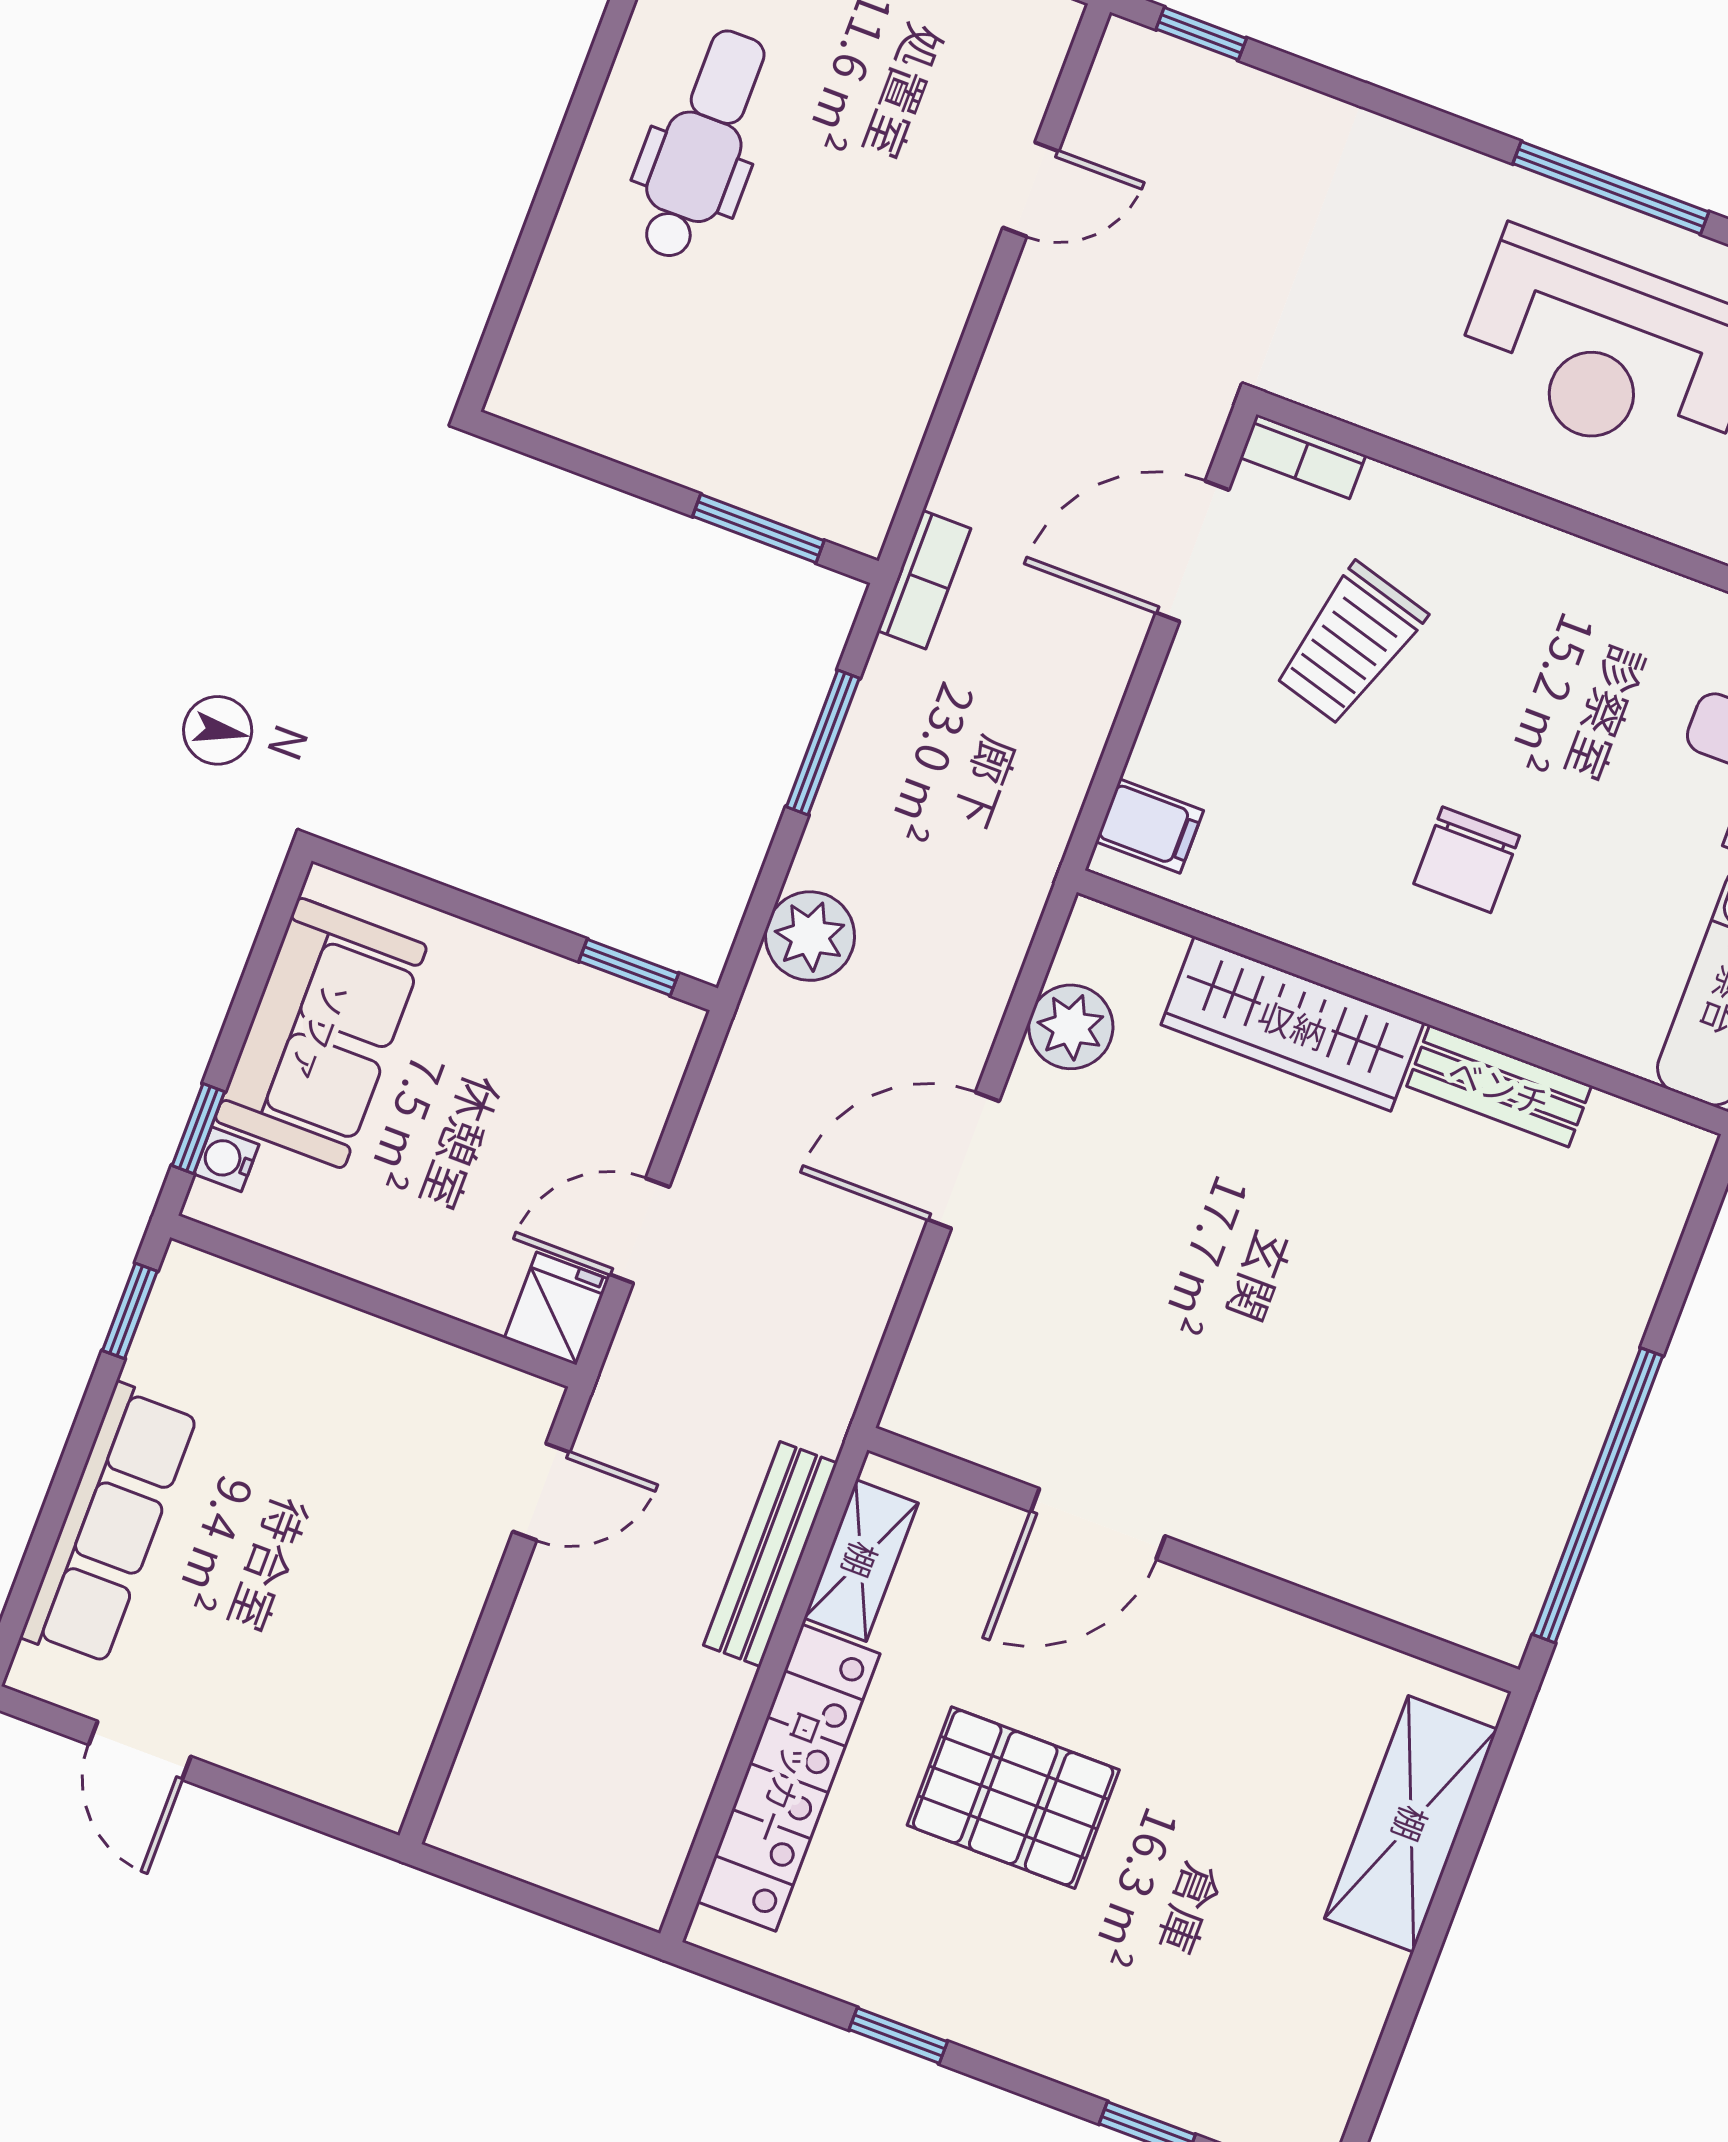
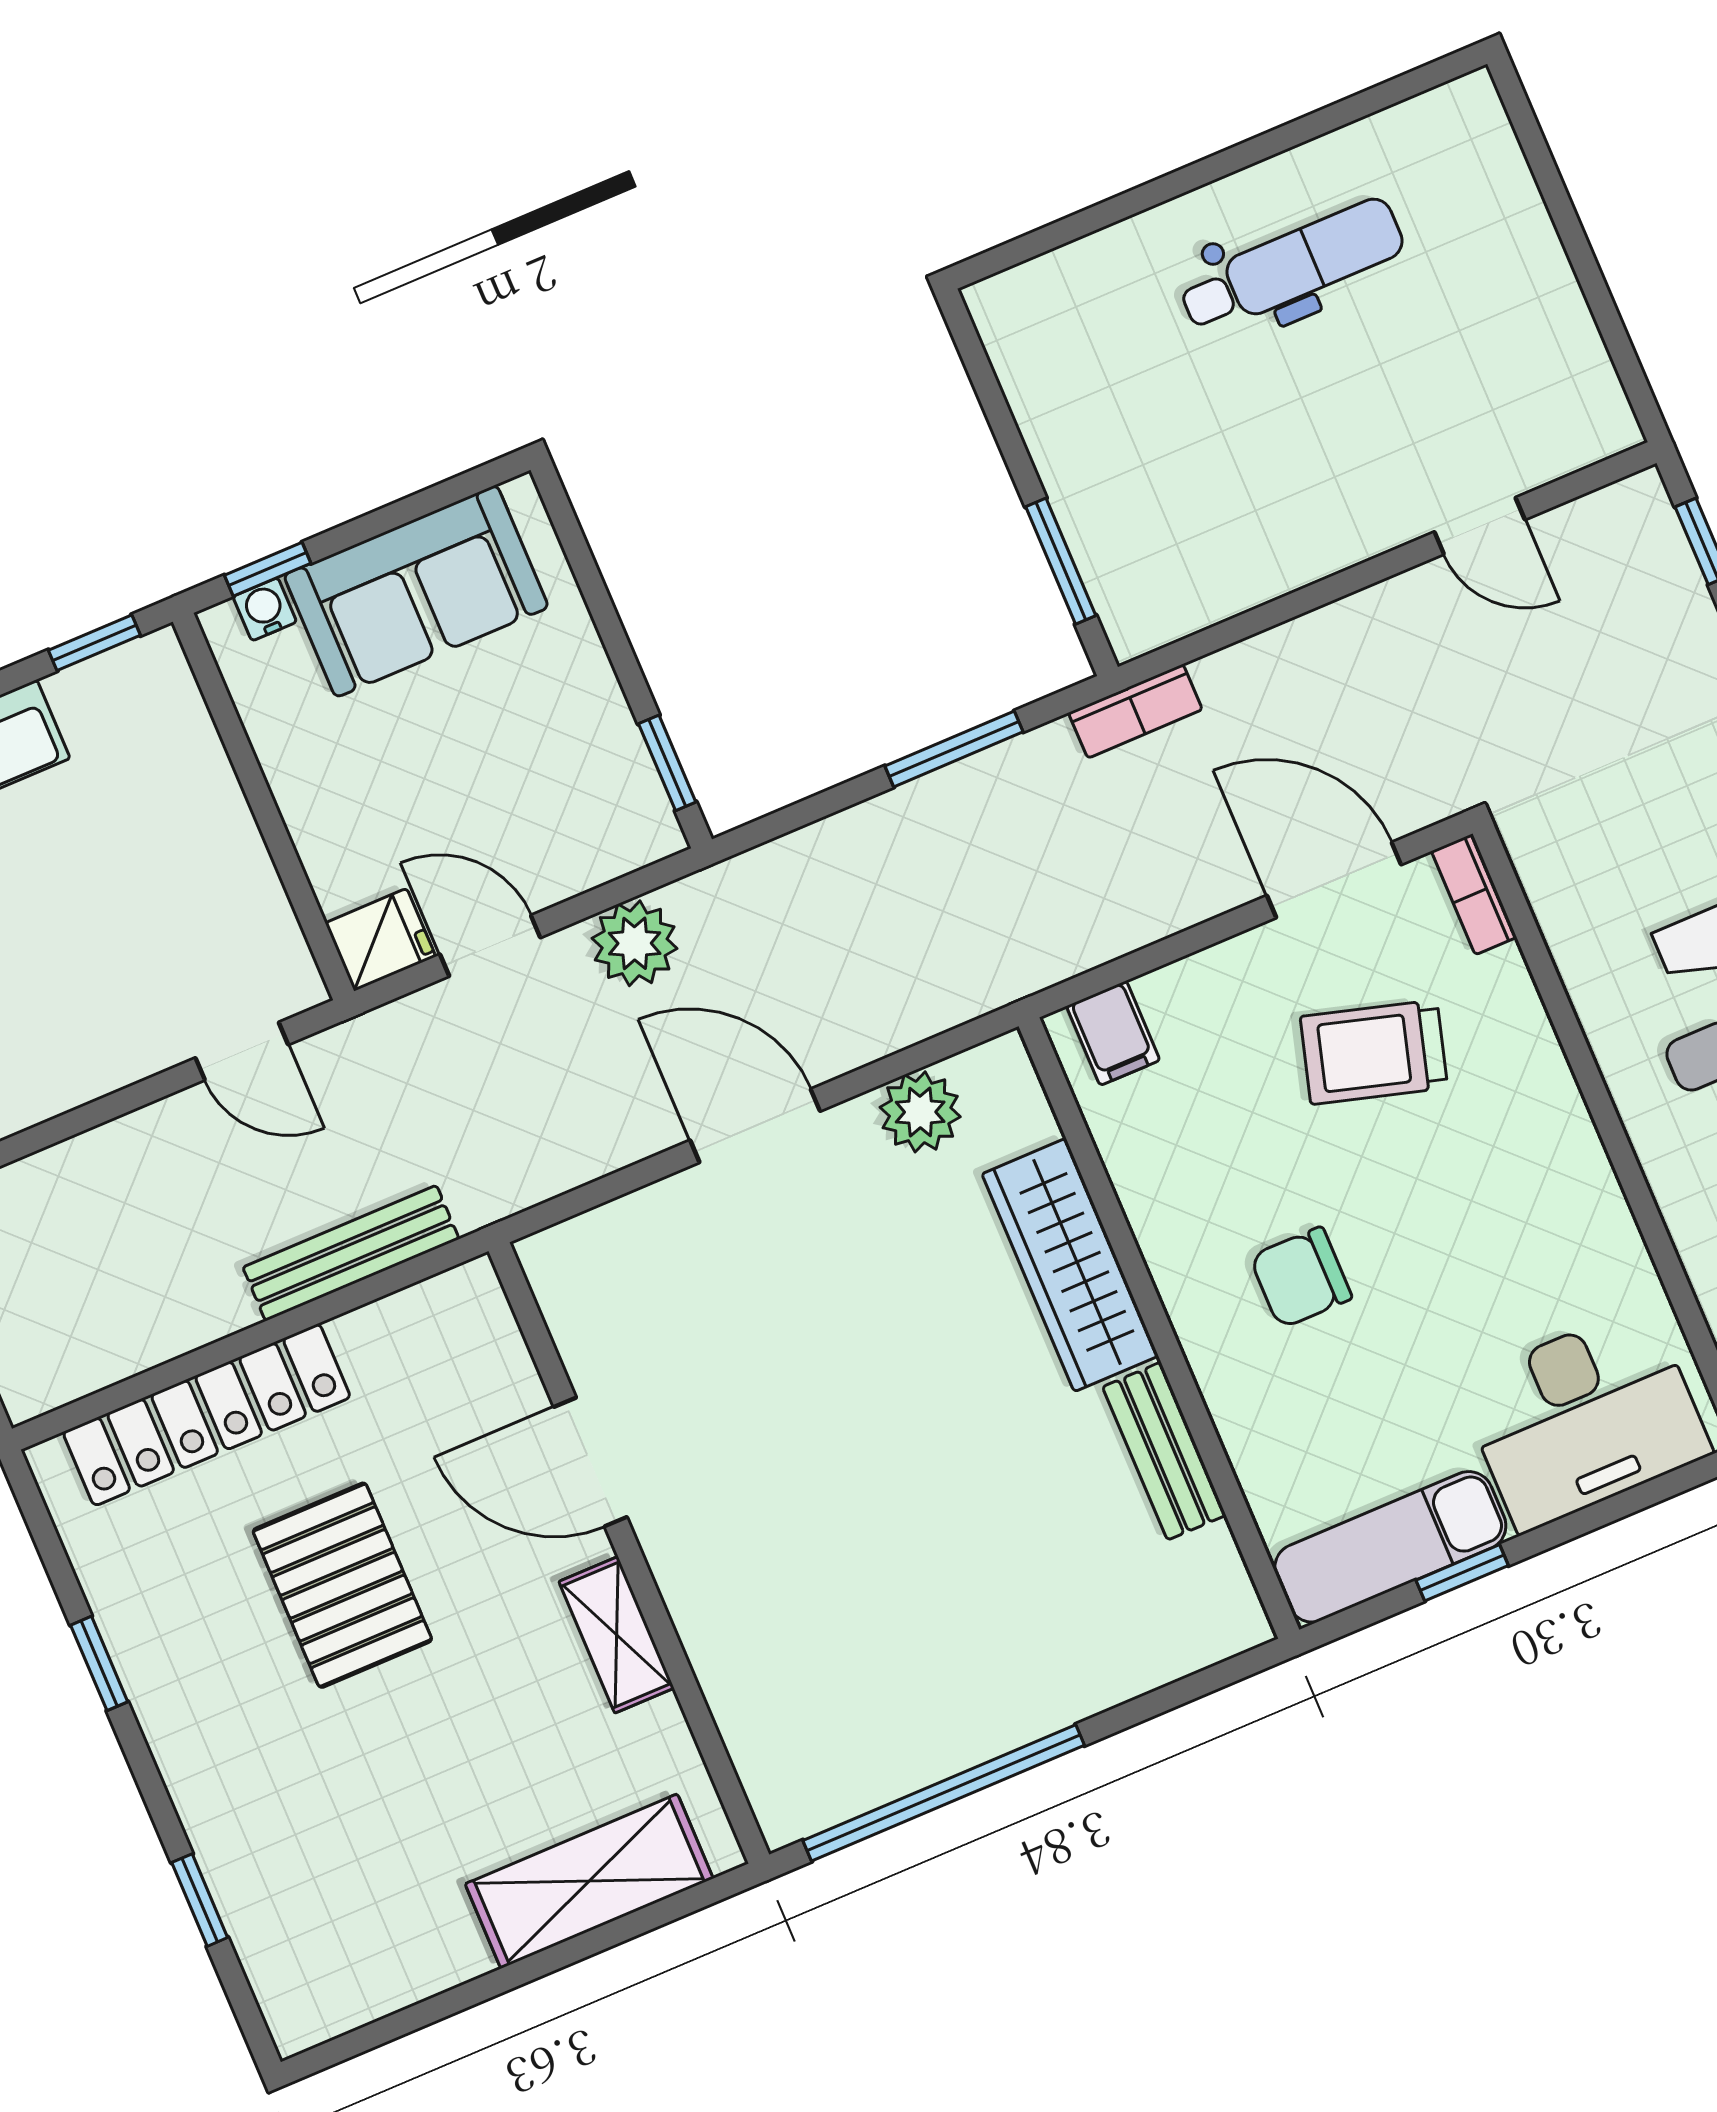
plant: (810, 936) -> (635, 943), moved
shelving: (861, 1560) -> (616, 1635), moved, turned 90

